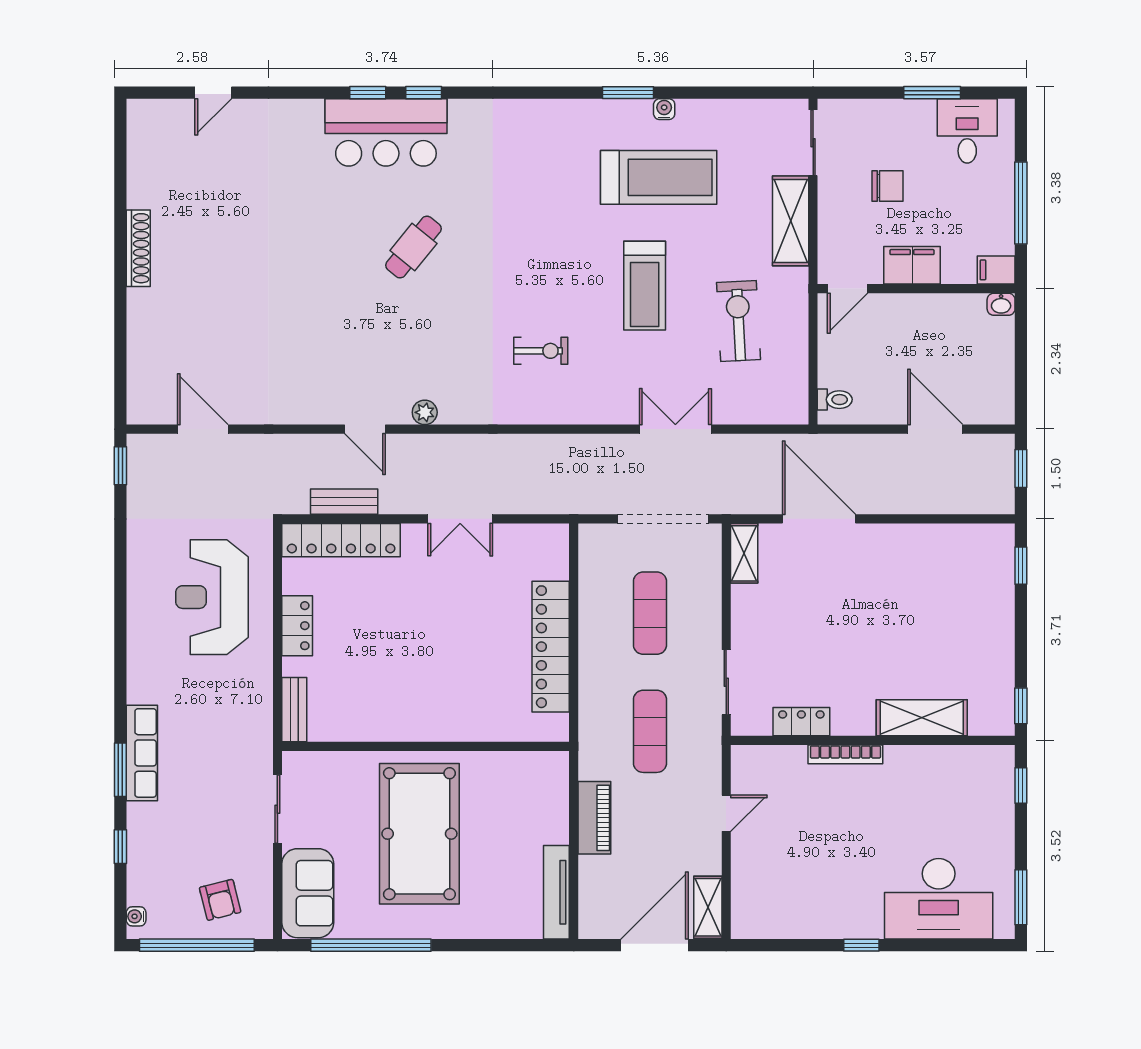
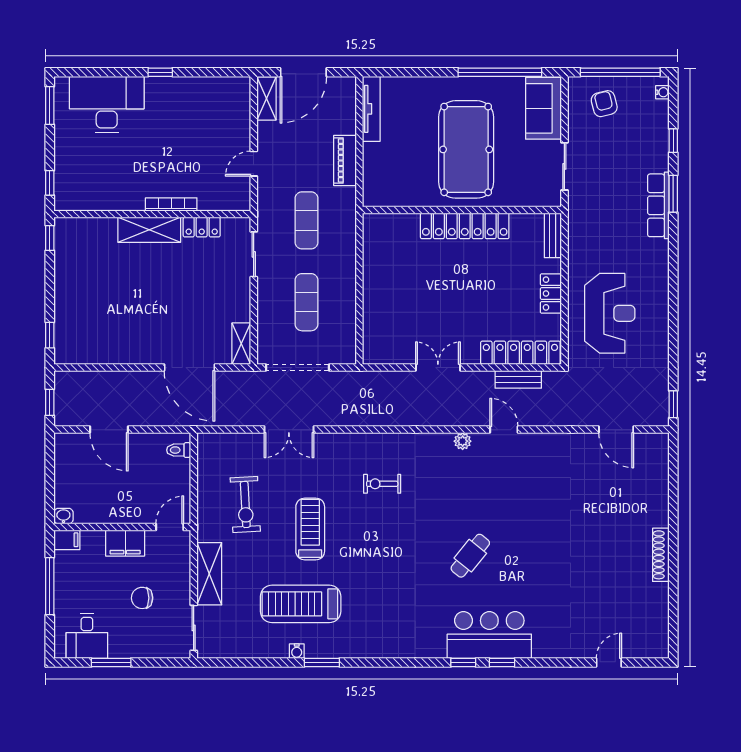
locker: (551, 647) -> (465, 226), moved, turned 90
shelving: (922, 718) -> (149, 230), moved

